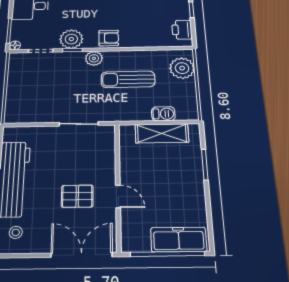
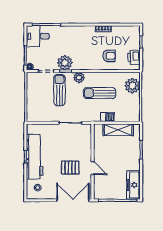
armchair: (109, 38) -> (109, 56), moved
sun lounger: (62, 76) -> (59, 90), added
barbecue: (163, 114) -> (107, 117), moved
freezer: (179, 239) -> (133, 185), moved, turned -90

